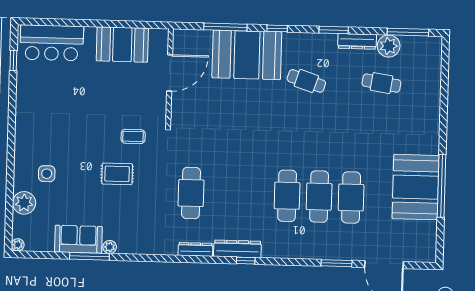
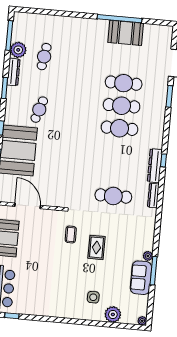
booth: (416, 187) -> (126, 33), width x0.73, depth x0.70

